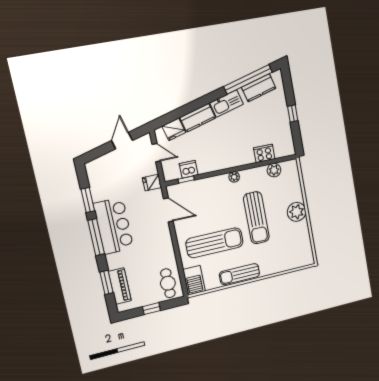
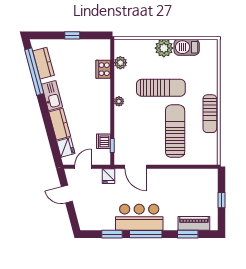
door: (168, 210) -> (136, 167), swing flipped
barbecue: (194, 280) -> (187, 47), moved, turned 180
cafe table: (168, 283) -> (202, 181), removed

